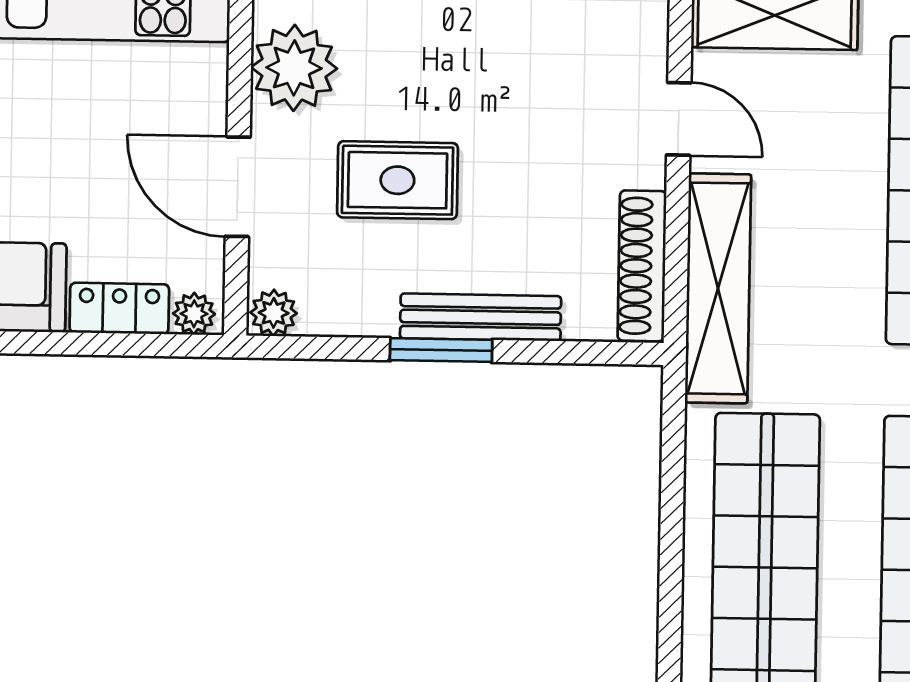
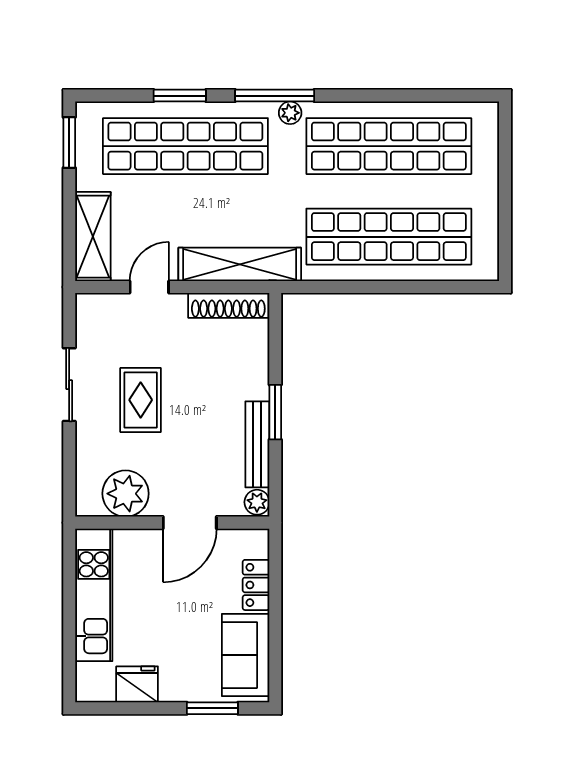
rug: (397, 180) -> (141, 400), moved
plant: (194, 314) -> (258, 545), removed
bench: (481, 317) -> (257, 444), moved

